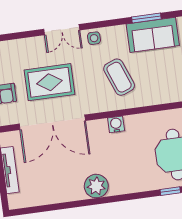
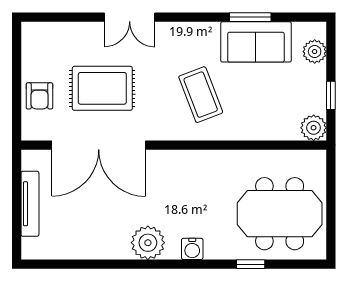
side table: (94, 38) -> (173, 35), removed
water cooler: (116, 124) -> (192, 249), moved, turned 180

